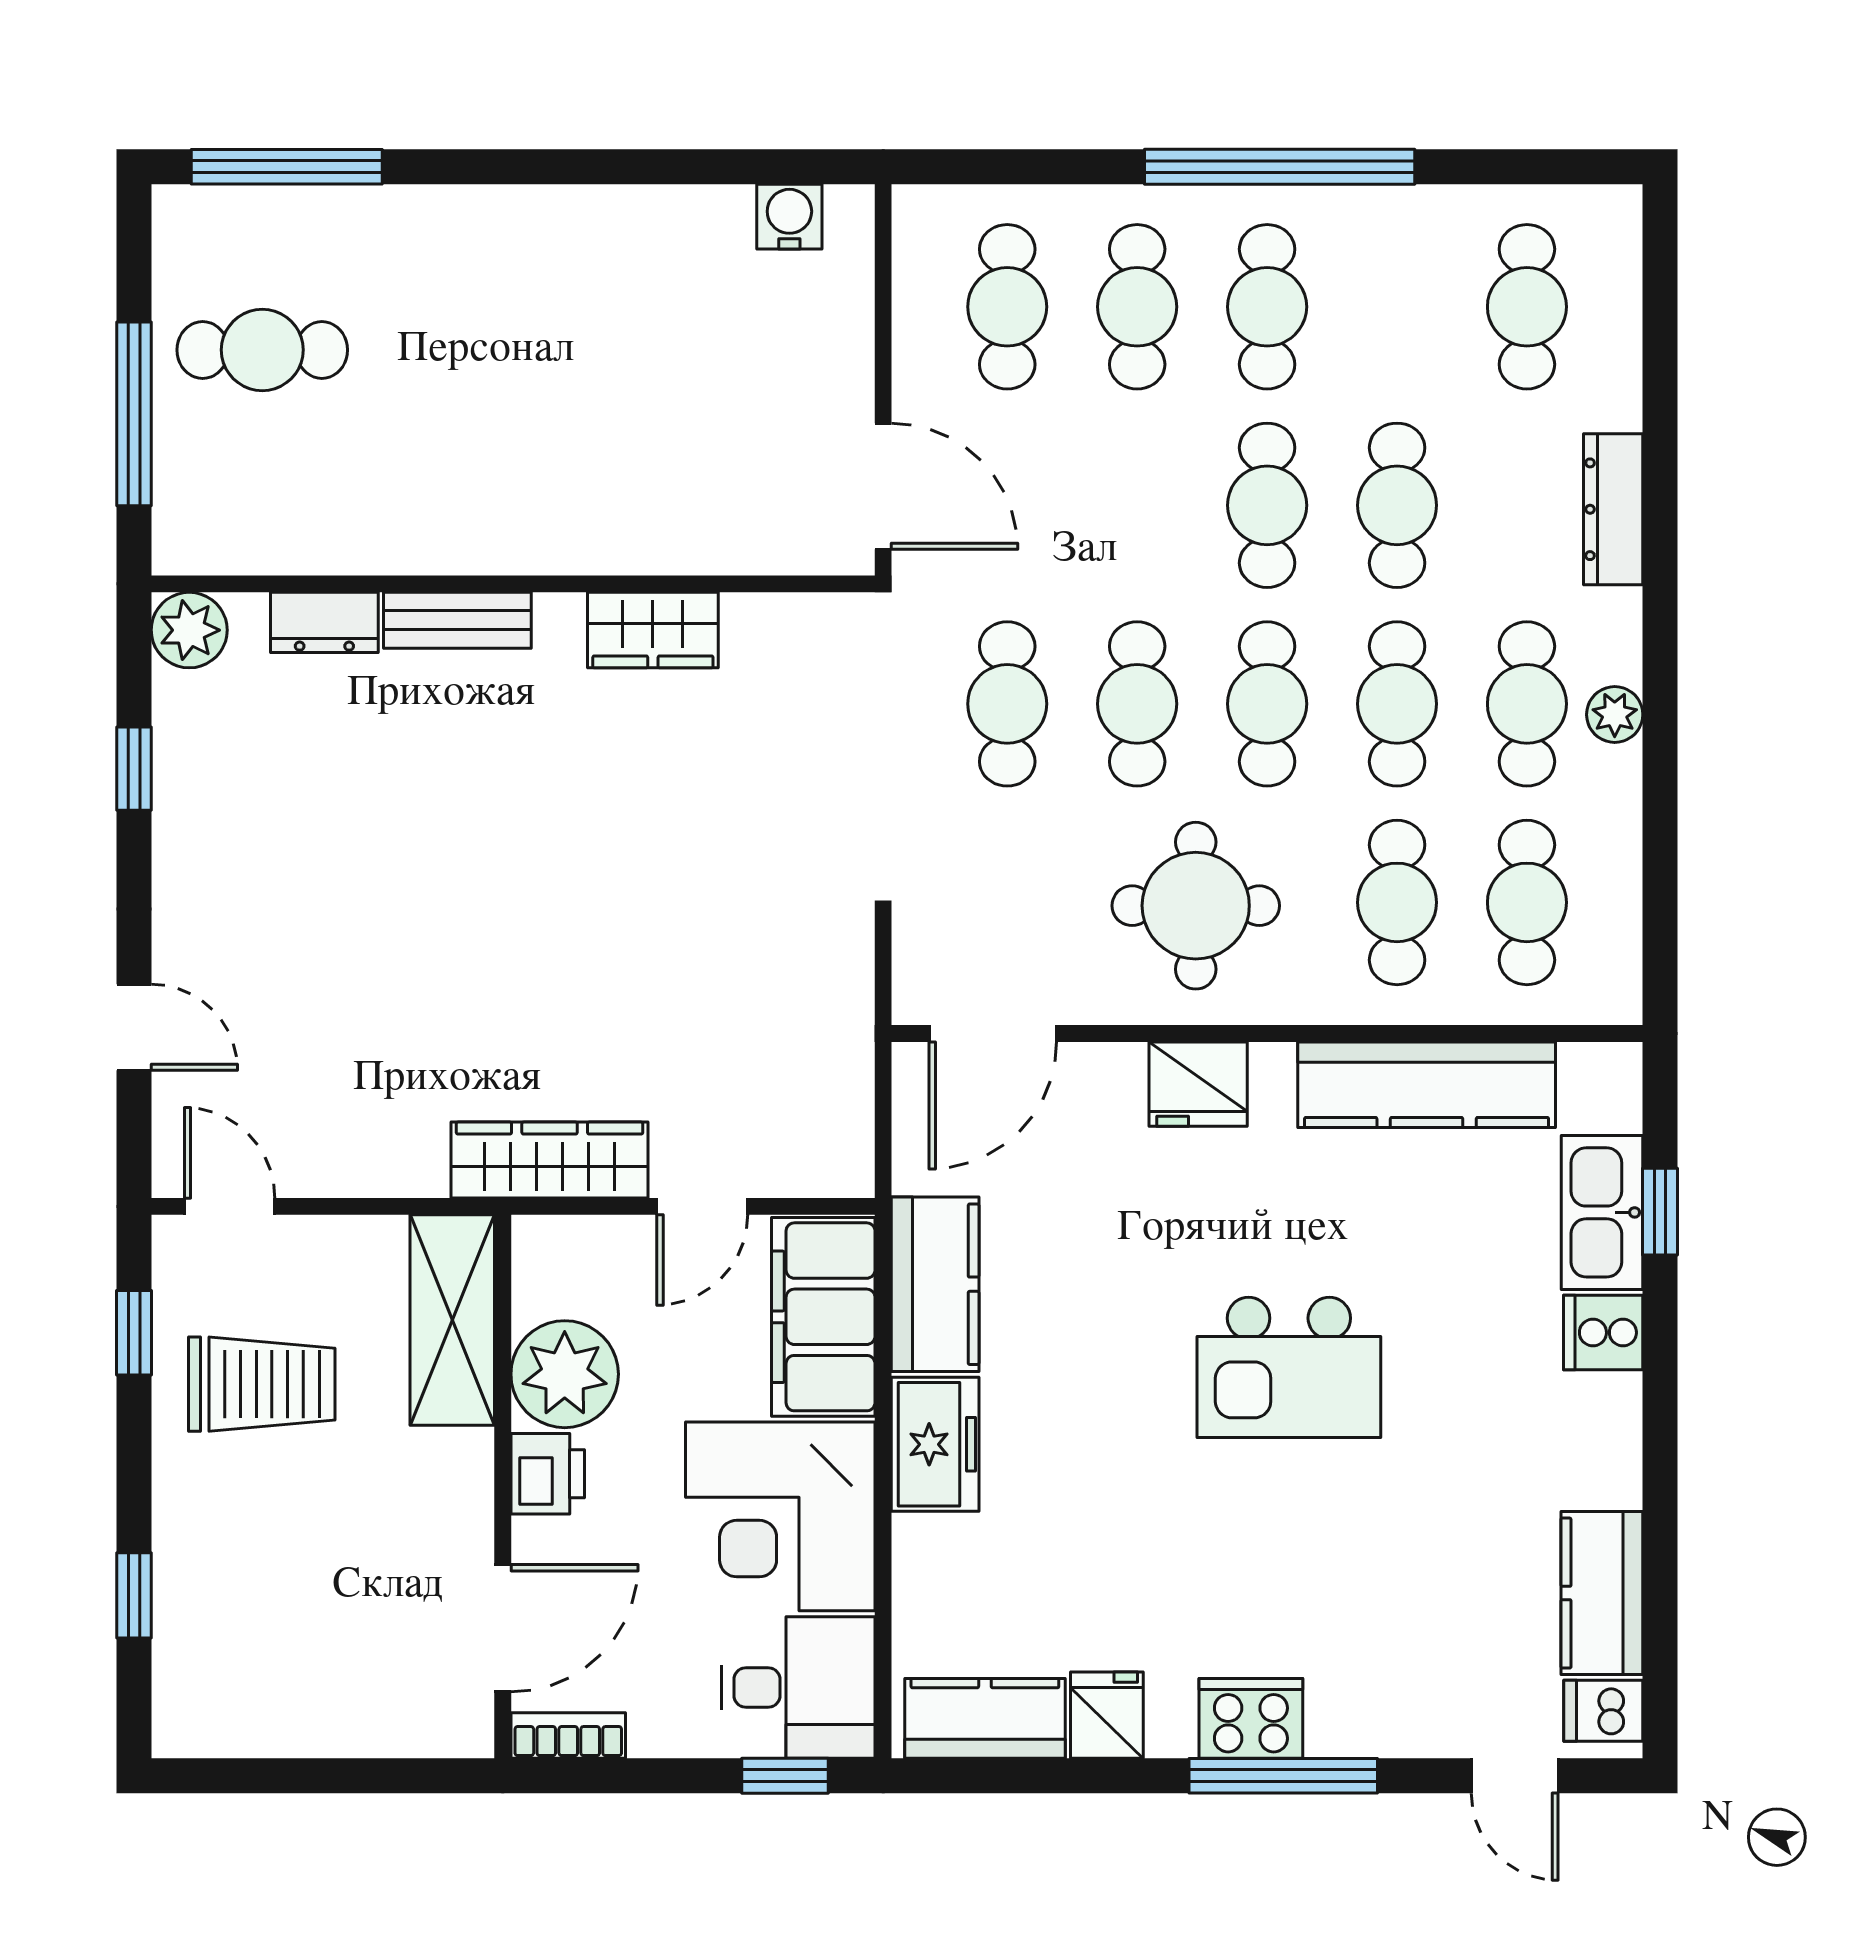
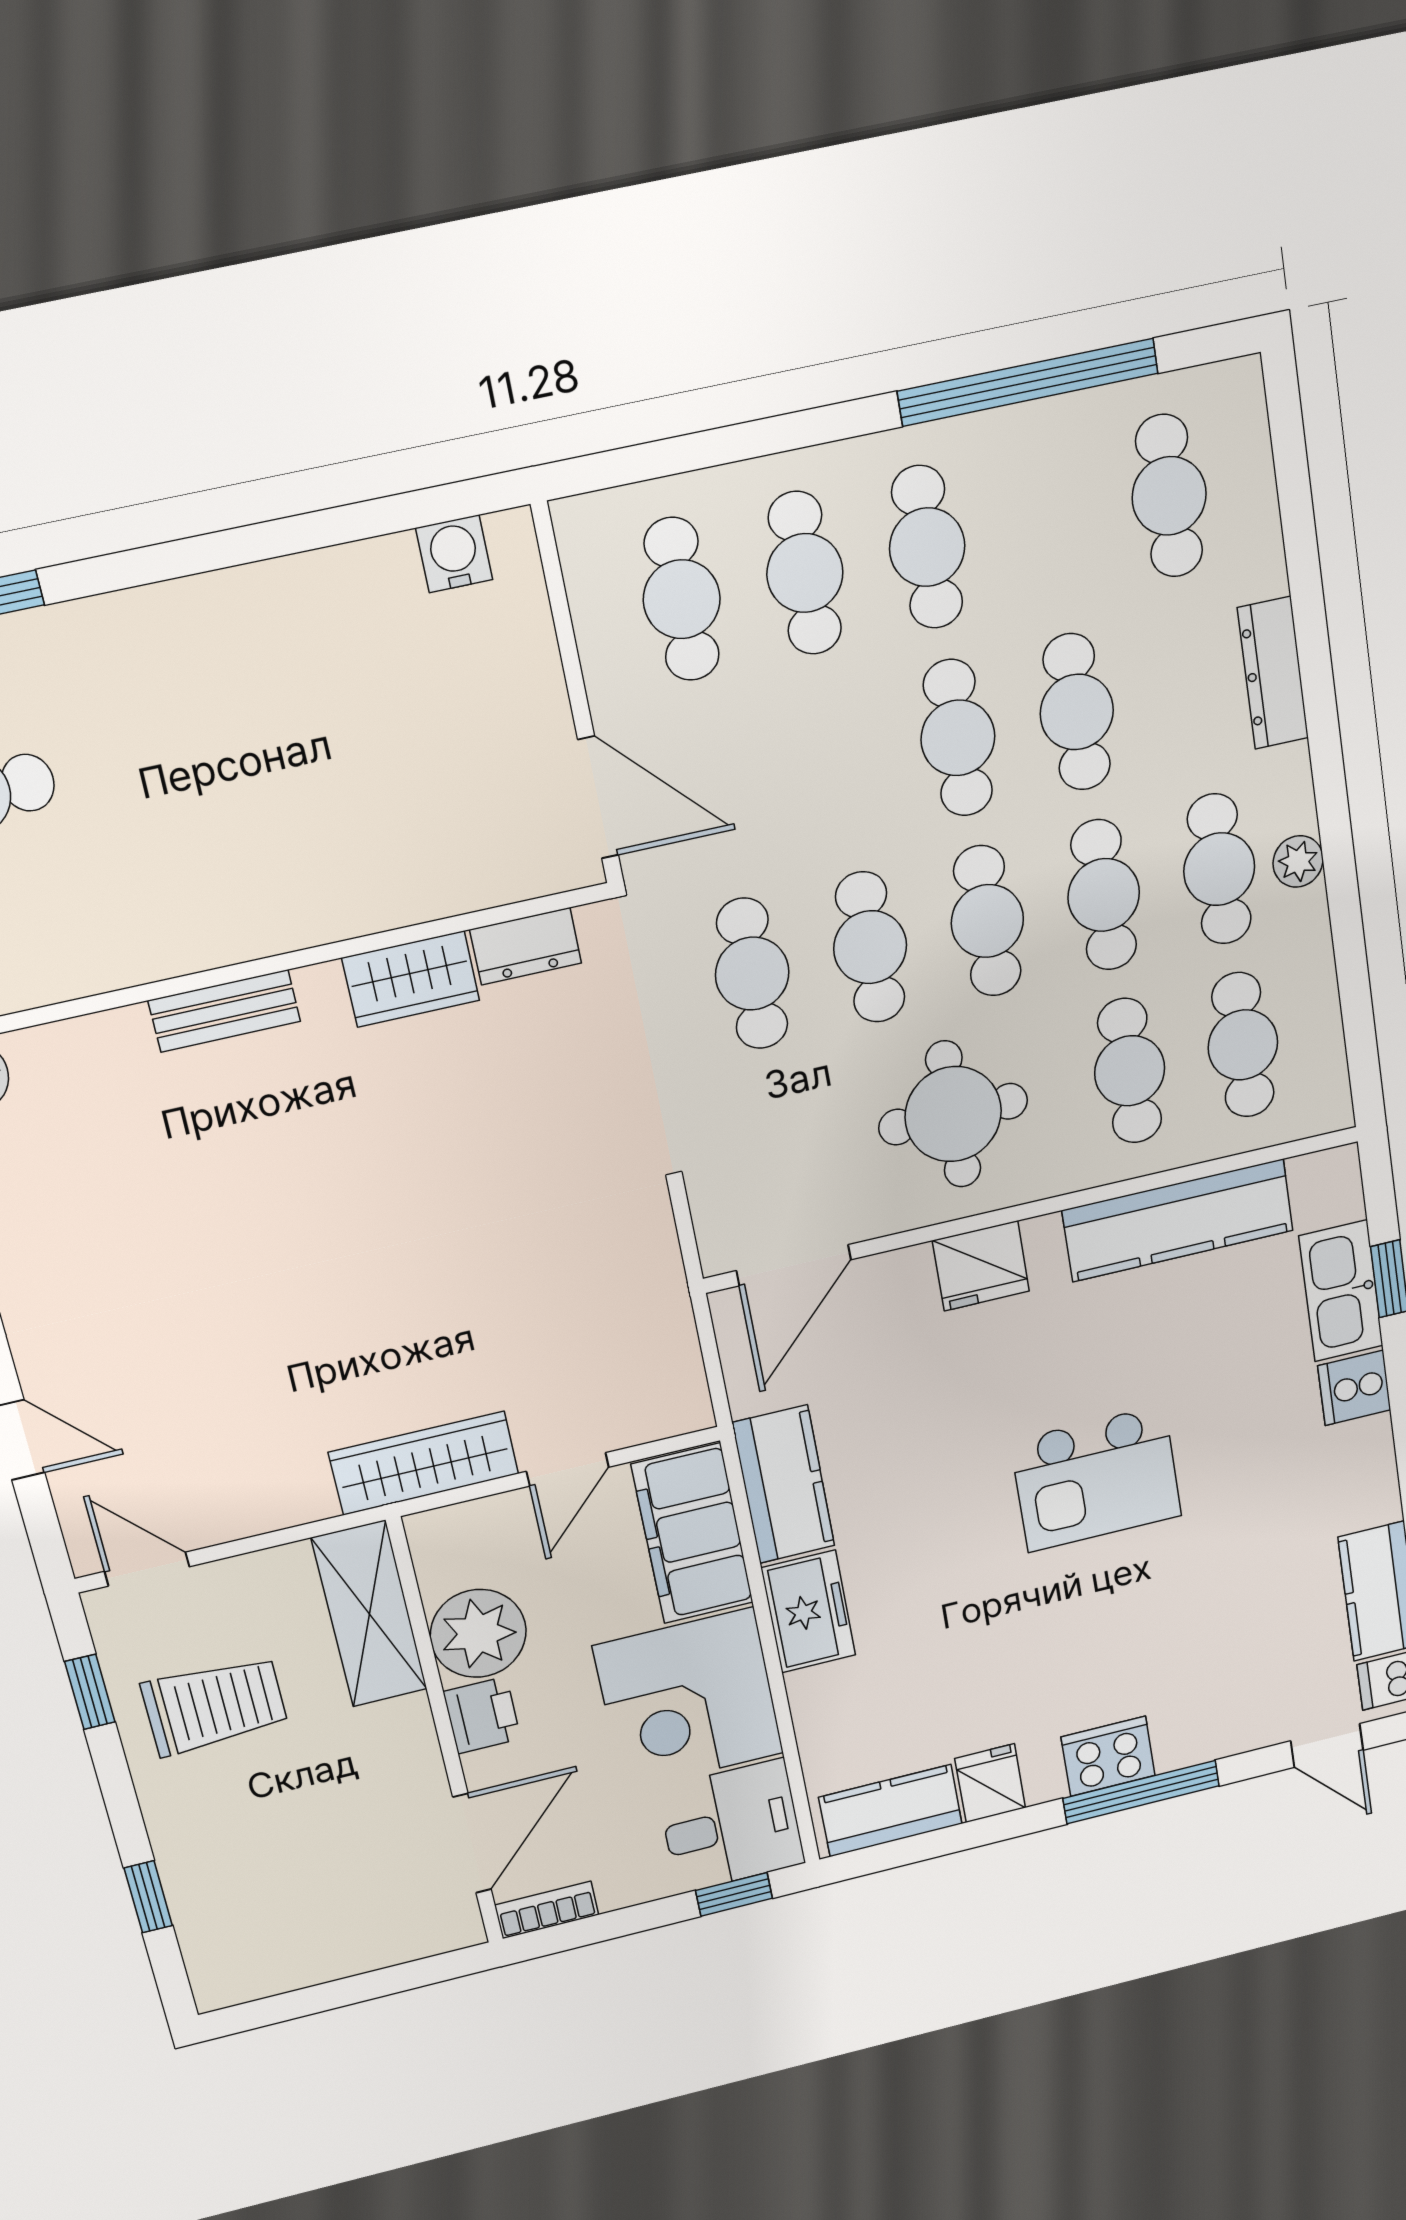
window: (1280, 167) -> (1028, 382), moved
dresser: (324, 622) -> (526, 946), moved

